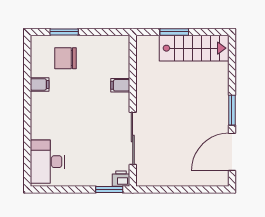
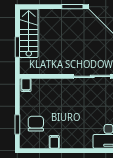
chair: (66, 58) -> (36, 124), turned 180
filing cabinet: (120, 85) -> (26, 85), moved

